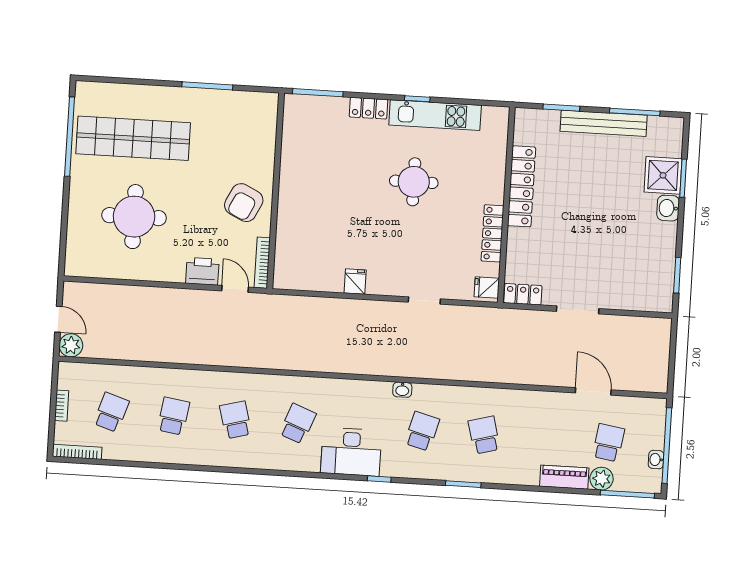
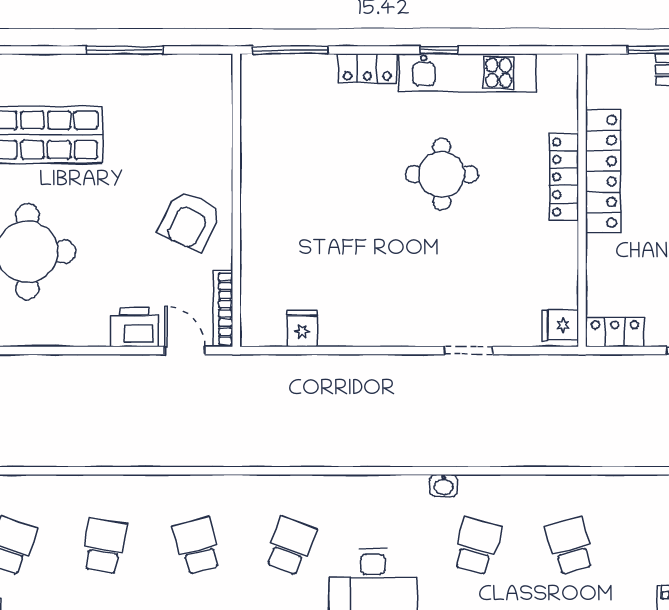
locker: (492, 233) -> (564, 177), moved
fridge: (355, 282) -> (302, 329), moved

